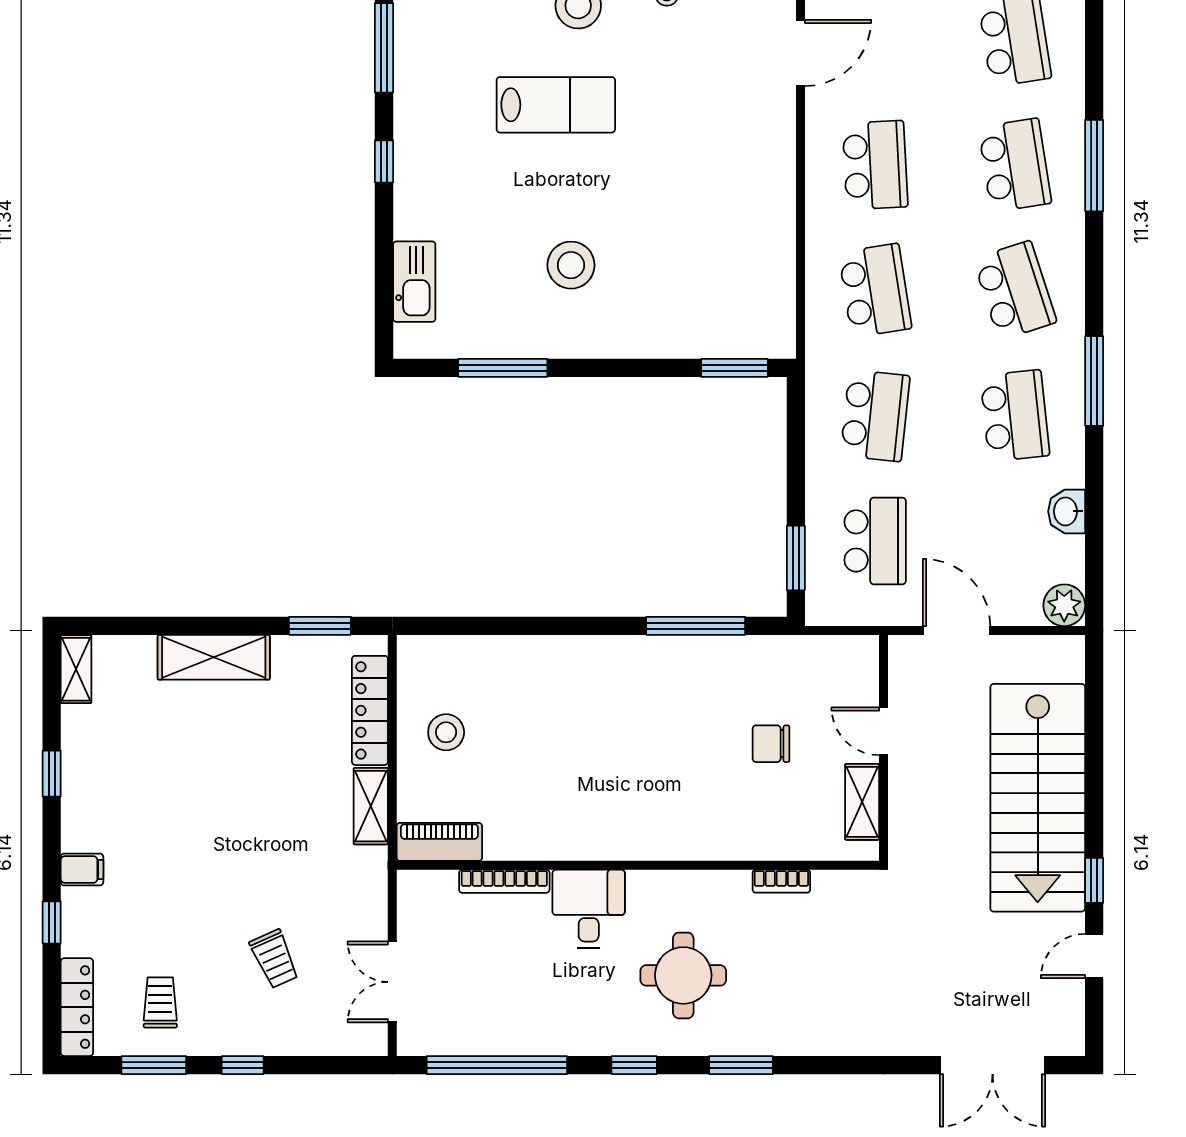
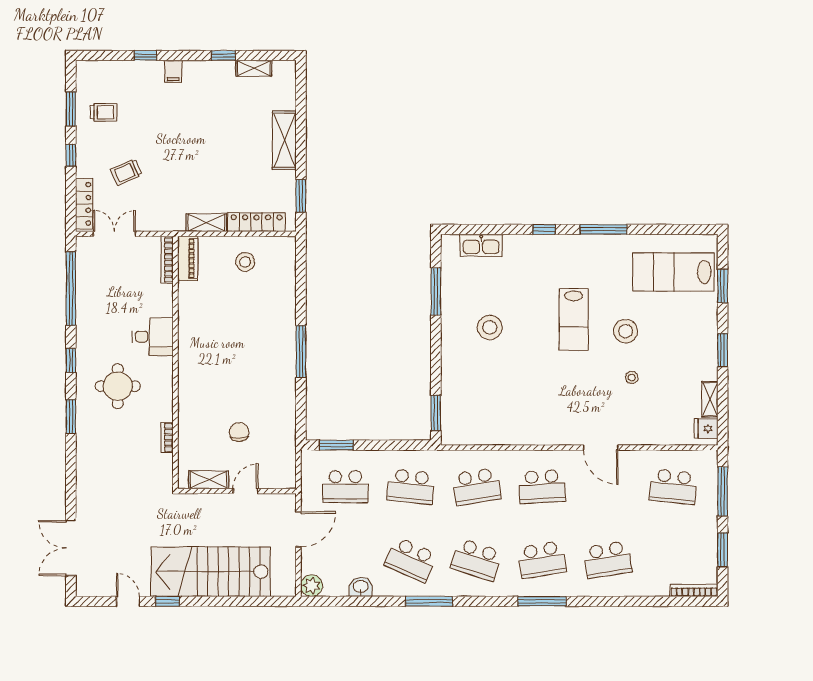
school desk: (1015, 290) -> (476, 560), turned 36
school desk: (1015, 416) -> (411, 560), turned 30
window: (696, 626) -> (301, 352), moved
shelving: (76, 669) -> (254, 68), moved
bookcase: (504, 881) -> (167, 260), moved
locker: (77, 1007) -> (84, 204), moved, turned -90

